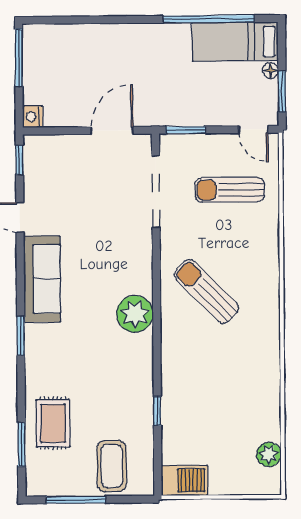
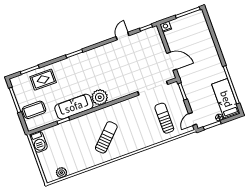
sofa: (42, 279) -> (74, 107), moved, turned 180
sun lounger: (207, 291) -> (106, 137), moved

